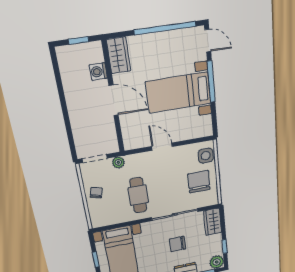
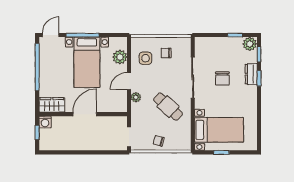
washing machine: (98, 72) -> (45, 122), moved
plant: (189, 131) -> (120, 57), added
side table: (206, 156) -> (145, 58), moved
plant: (118, 162) -> (136, 97), moved
chair: (199, 182) -> (166, 53), width x0.54, depth x0.54
cafe table: (138, 195) -> (168, 107), turned 43
wardrobe: (213, 222) -> (207, 44), removed

